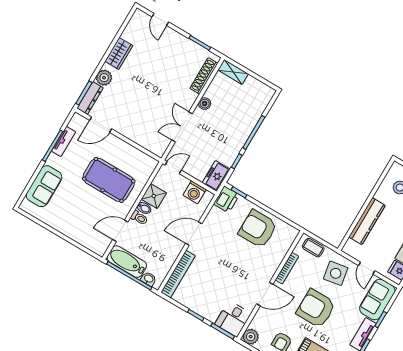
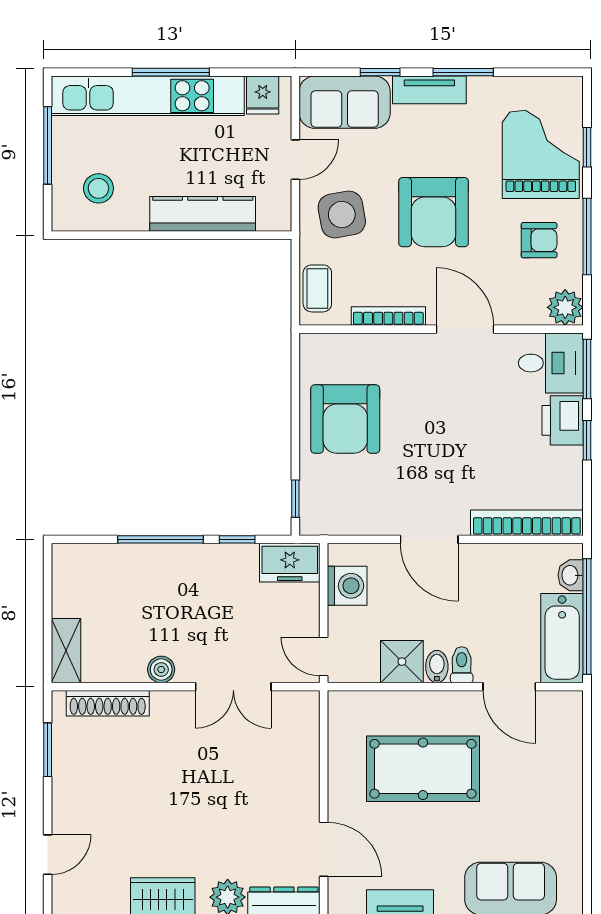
pool table: (109, 180) -> (423, 769), turned 90
printer: (226, 199) -> (563, 420), moved, turned -90

